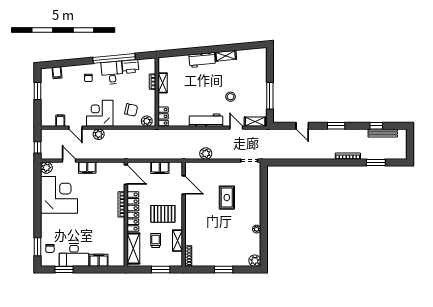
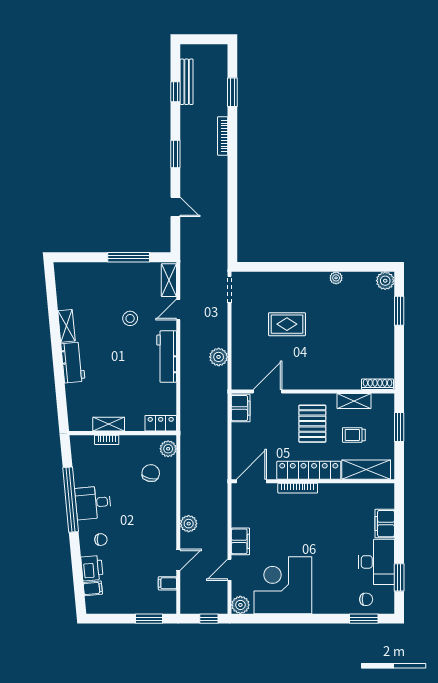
printer: (130, 67) -> (92, 568), moved
window: (38, 91) -> (149, 619), moved
corner desk: (100, 113) -> (156, 522), removed
door: (302, 126) -> (175, 207), hinge flipped
filing cabinet: (160, 168) -> (241, 408), moved
window: (224, 270) -> (399, 311), moved

